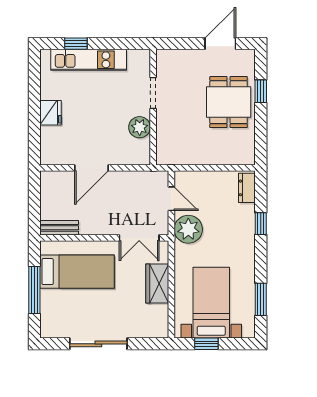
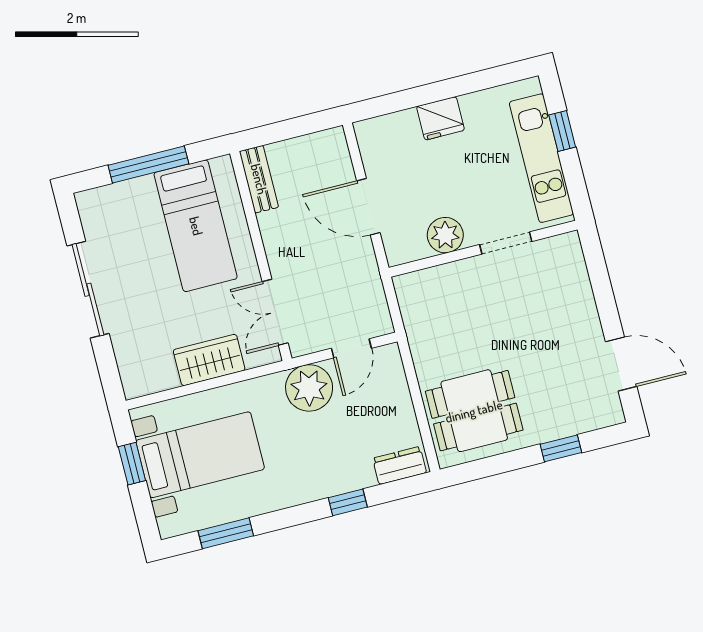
doorway: (153, 93) -> (506, 243), moved
dining table: (229, 102) -> (474, 411), moved
wall: (153, 107) -> (483, 249), moved
plant: (140, 127) -> (445, 235), moved

